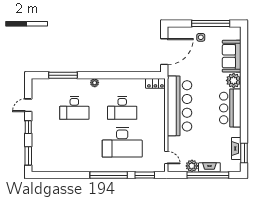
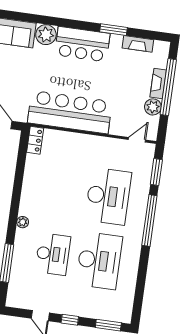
desk: (122, 108) -> (99, 261), moved, width x1.36, depth x1.30
window: (244, 153) -> (113, 30), moved

